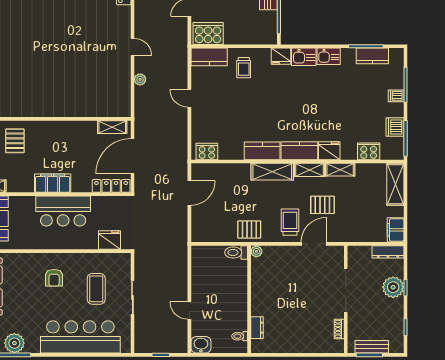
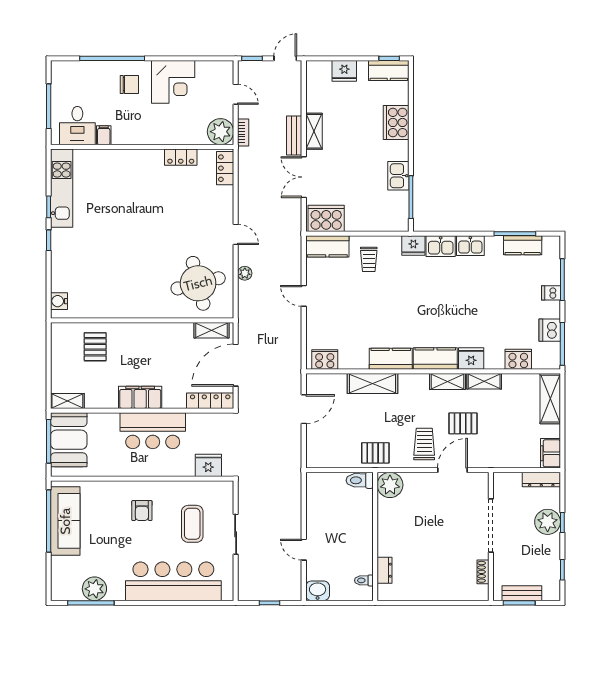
round table: (101, 88) -> (198, 283), added
shelving: (272, 172) -> (372, 384), moved
plant: (256, 251) -> (390, 485), width x1.88, depth x1.88

